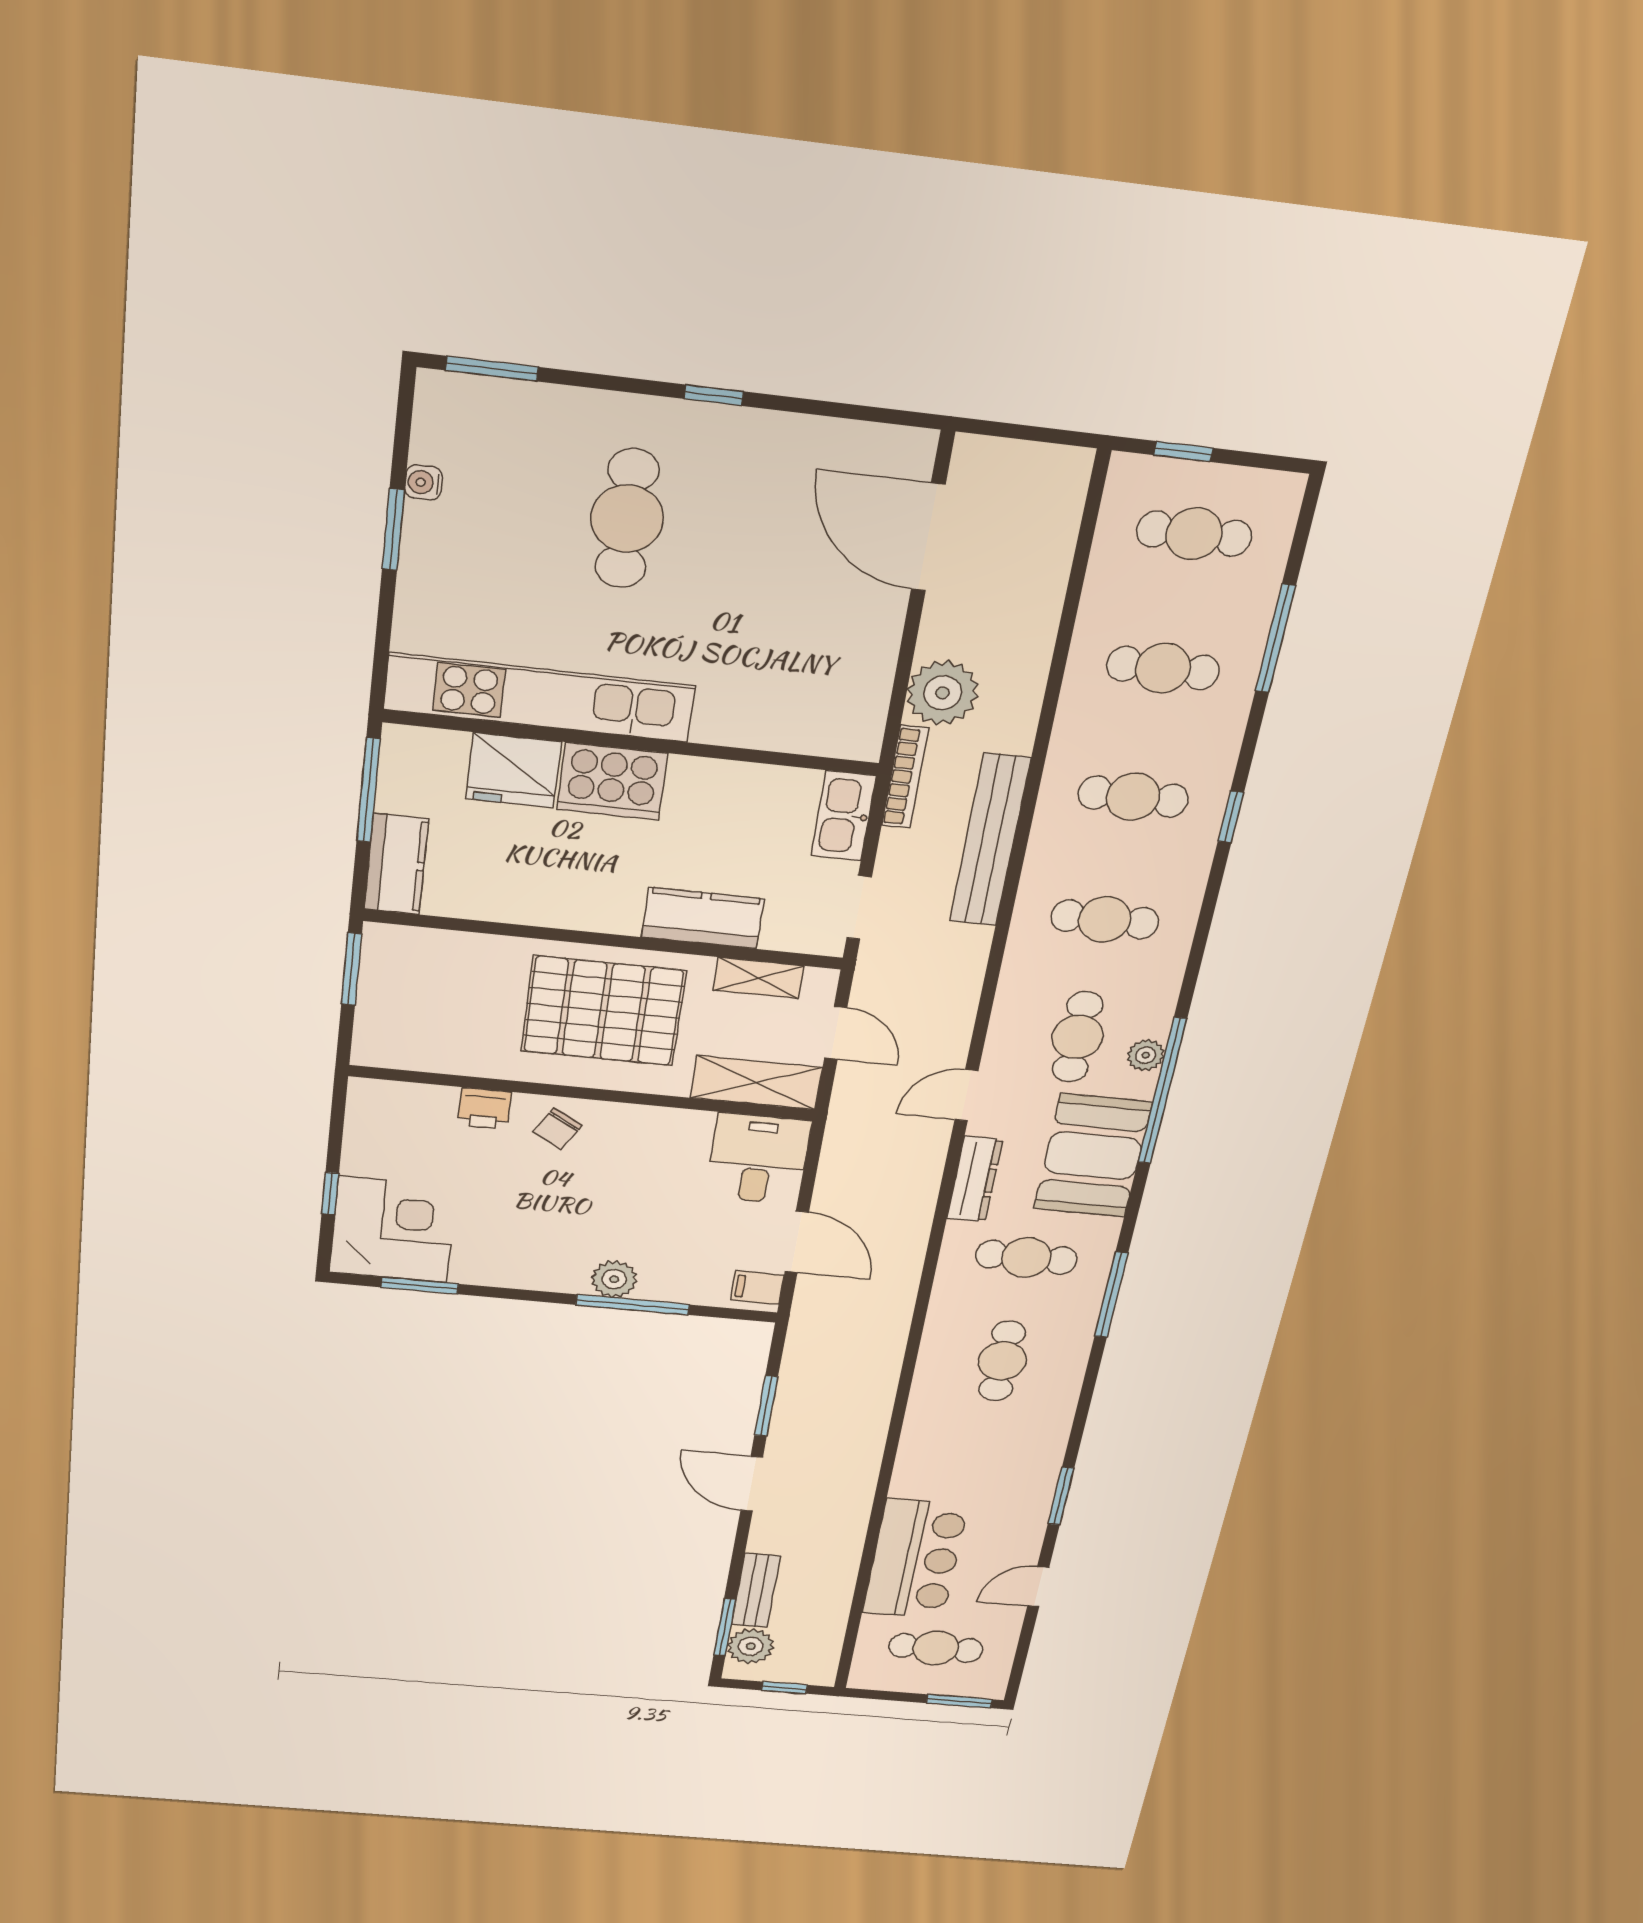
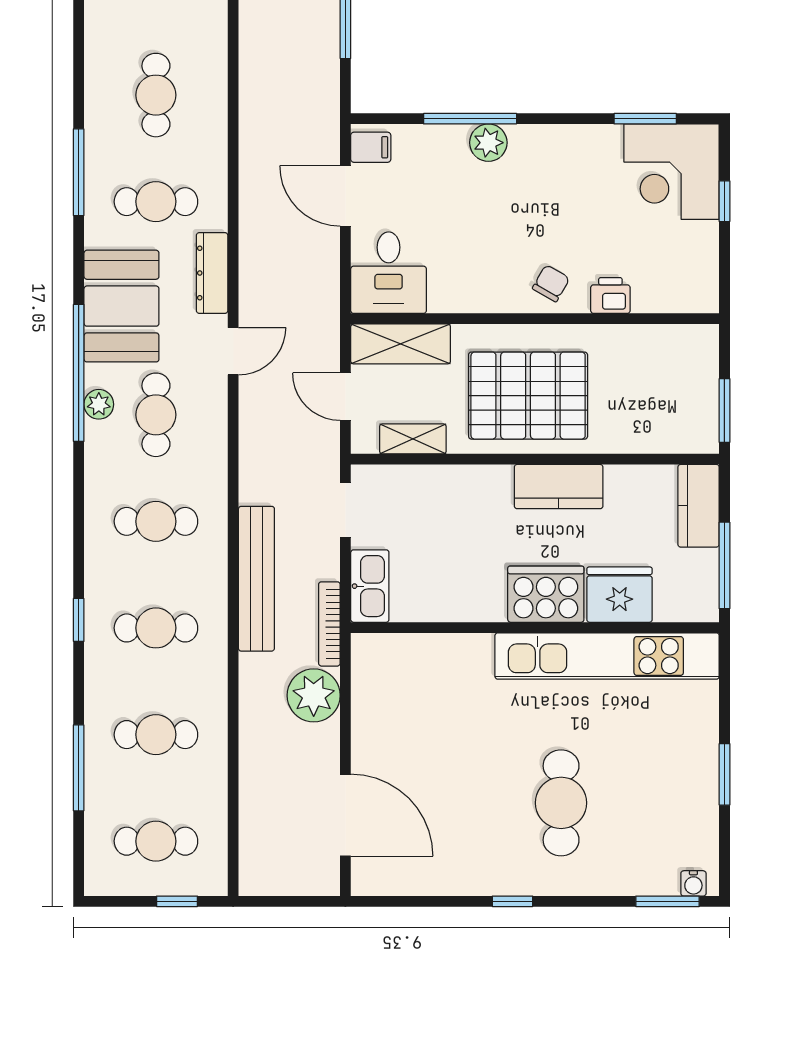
water cooler: (423, 482) -> (693, 883), moved, turned 90
kitchen counter: (703, 918) -> (559, 487), moved

